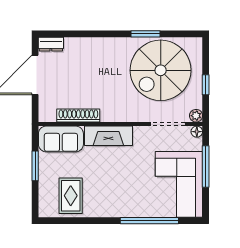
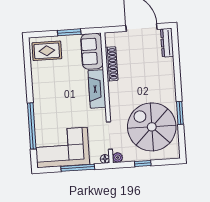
dresser: (51, 44) -> (167, 43), width x1.44
rug: (71, 196) -> (47, 51), moved

